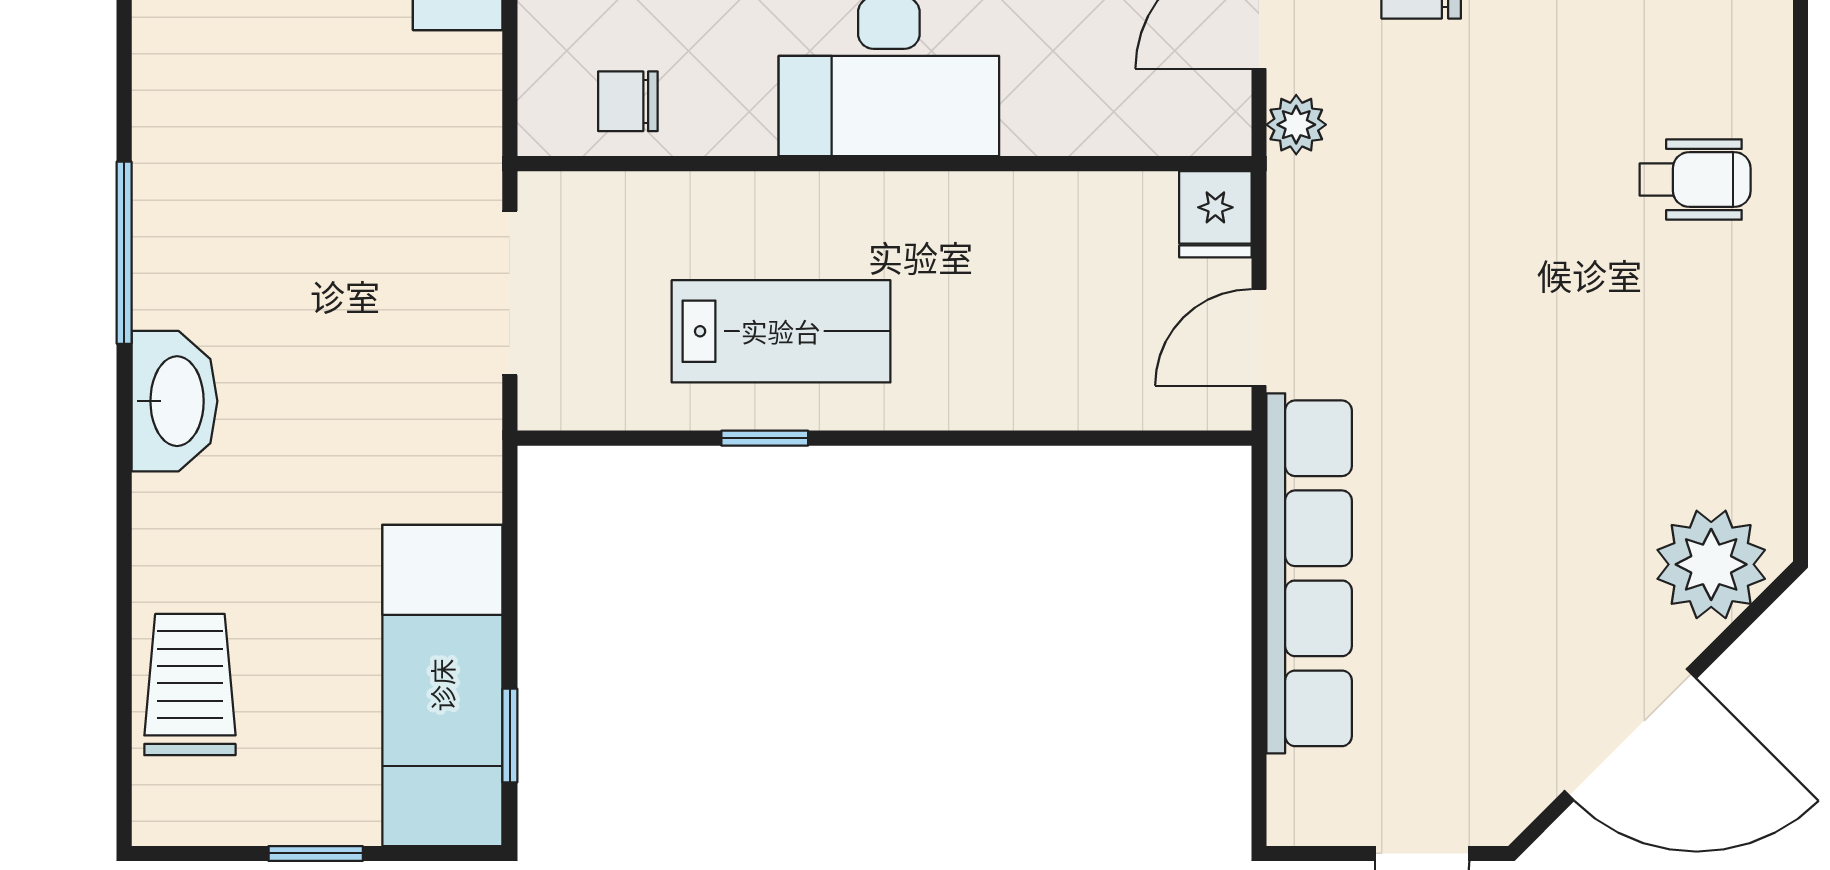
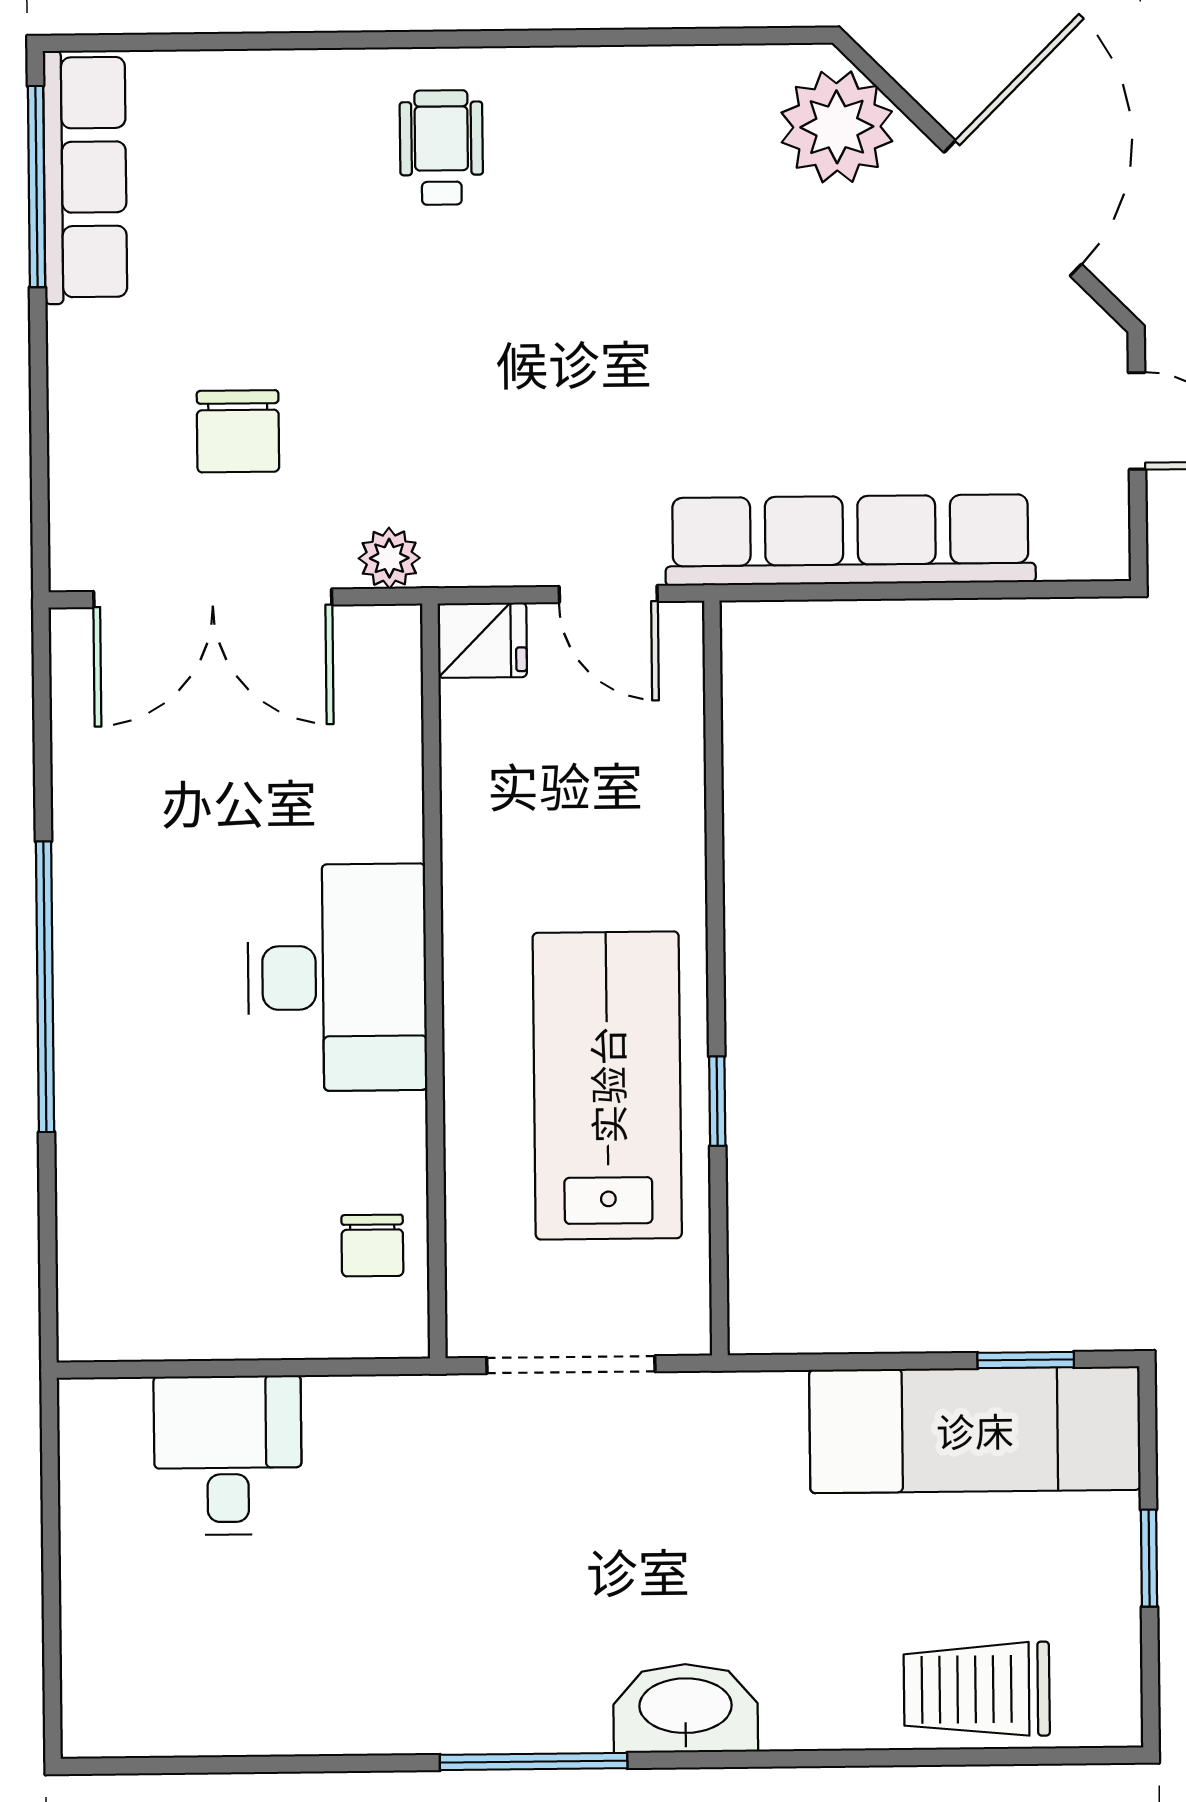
lab bench: (781, 331) -> (607, 1085), width x1.36, depth x1.39

